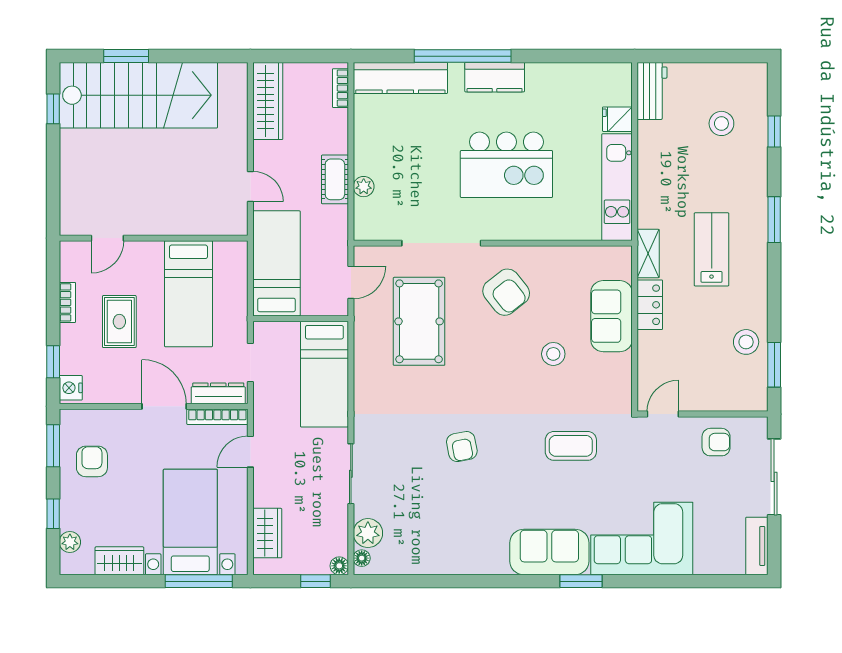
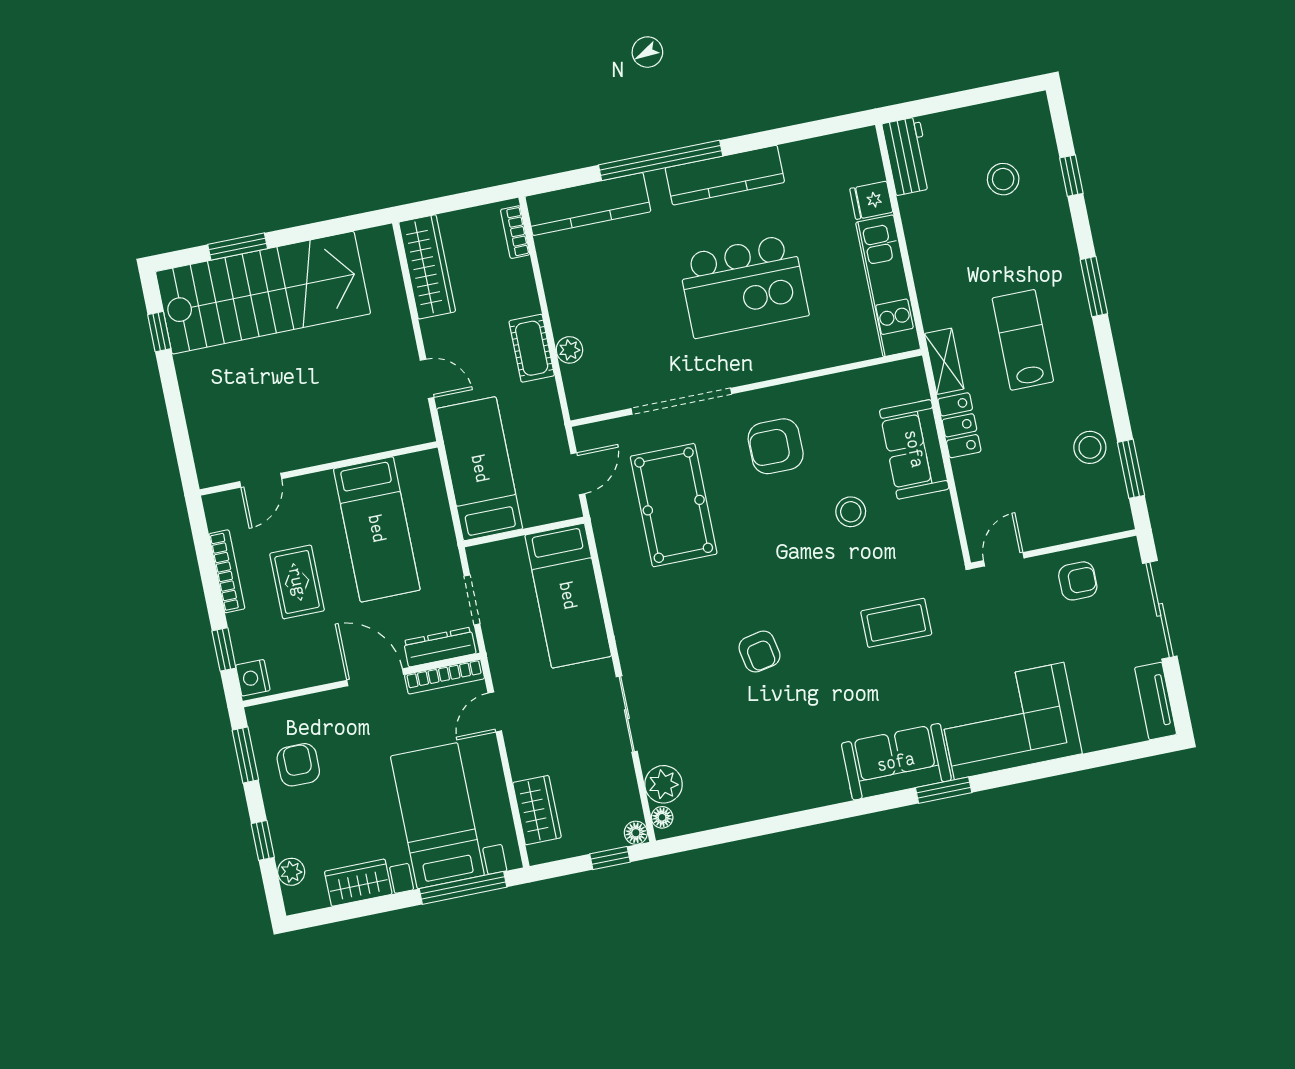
kitchen counter: (495, 77) -> (725, 175), width x1.50
armchair: (506, 292) -> (776, 446), turned 128
bookcase: (67, 302) -> (227, 571), width x1.56

